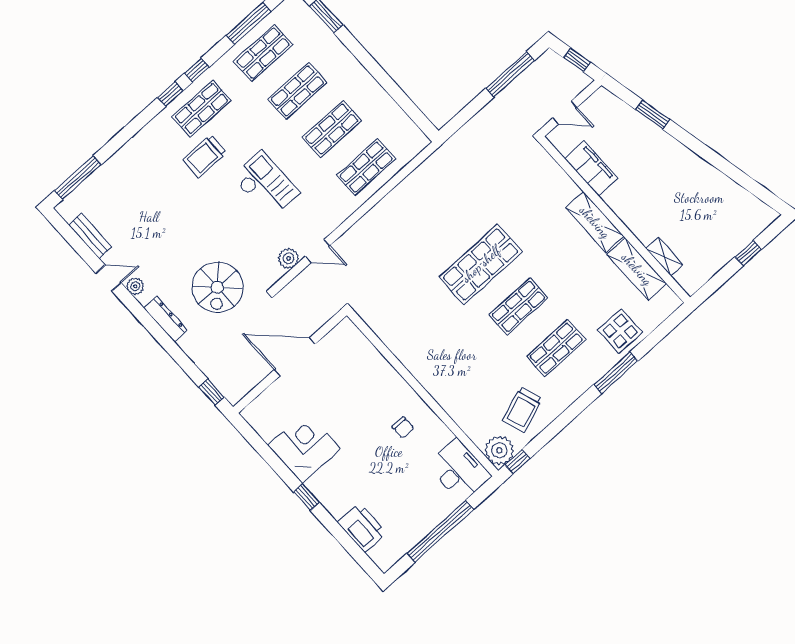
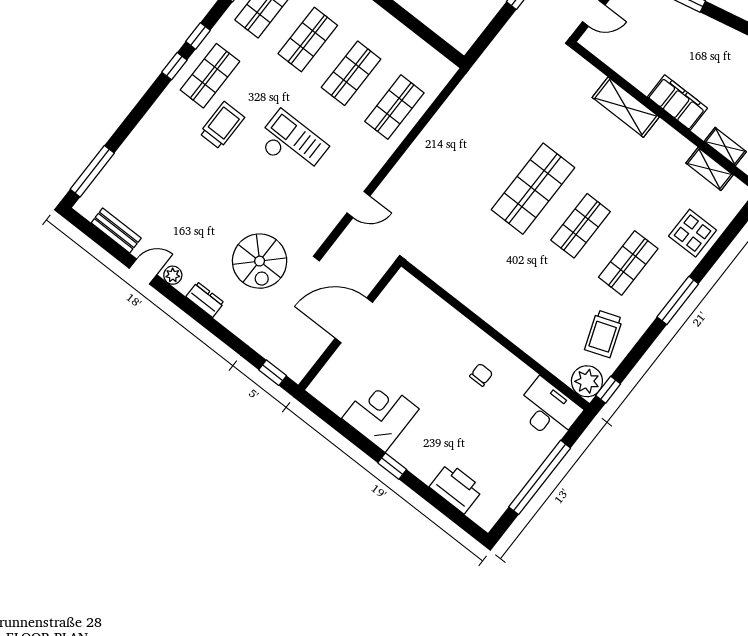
trolley: (205, 156) -> (222, 125), turned 180
filing cabinet: (591, 168) -> (677, 103), moved
shelving: (595, 222) -> (626, 107), moved
plant: (288, 258) -> (329, 218), removed
shelving: (637, 269) -> (709, 169), width x0.67, depth x0.75
dresser: (166, 319) -> (205, 300), width x0.70
window: (616, 373) -> (678, 300), moved
chair: (403, 428) -> (481, 375), turned -90

